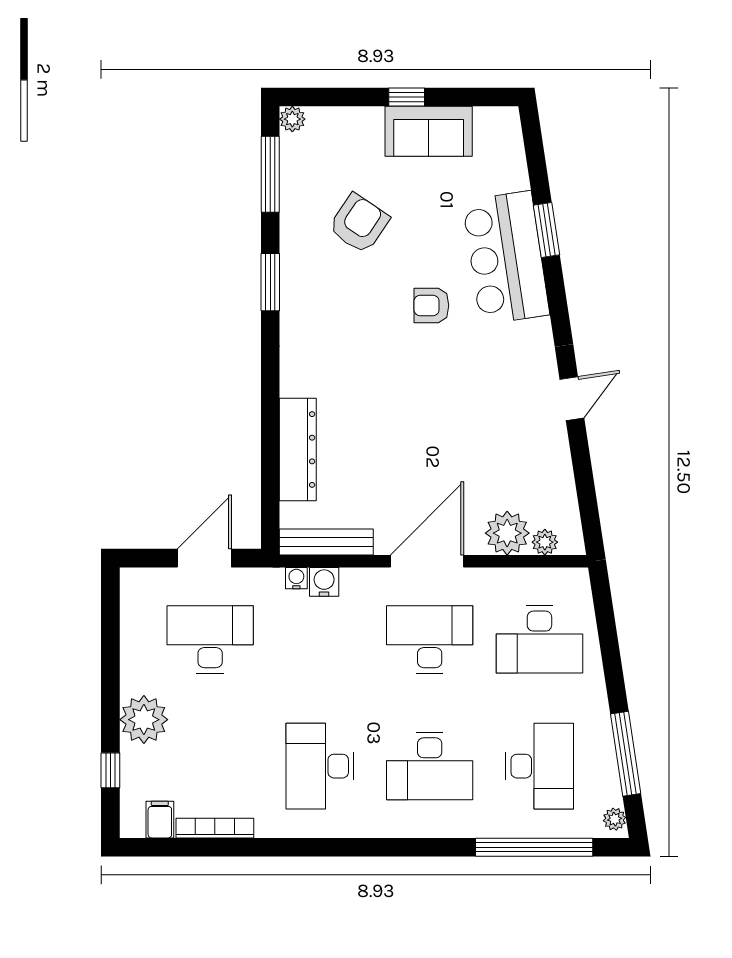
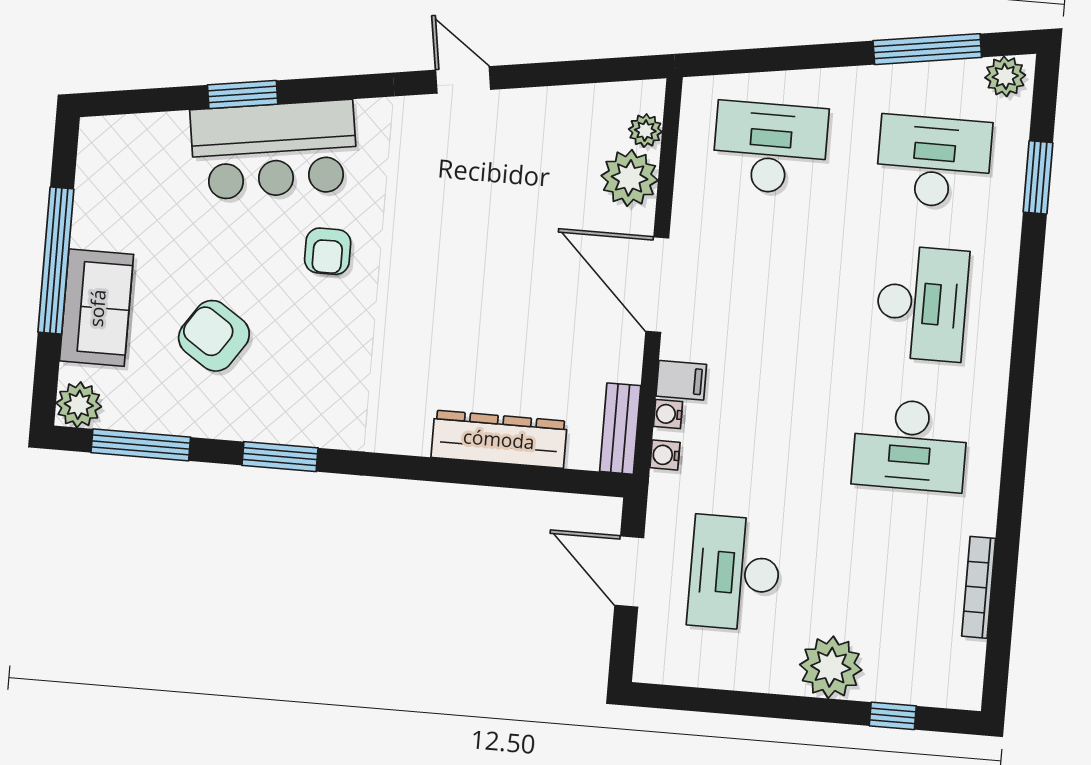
window: (407, 97) -> (56, 261), width x3.17
plant: (292, 119) -> (79, 405), width x1.38, depth x1.38
sofa: (429, 131) -> (97, 308), moved
bench: (326, 542) -> (620, 429), width x0.73
water cooler: (324, 582) -> (668, 414), width x0.72, depth x0.72
desk: (430, 639) -> (758, 290), removed
desk: (539, 639) -> (770, 148), turned -90
plant: (615, 819) -> (1005, 76), width x1.38, depth x1.38
filing cabinet: (160, 820) -> (681, 380), moved, turned 180
window: (534, 847) -> (1038, 177), width x0.47

